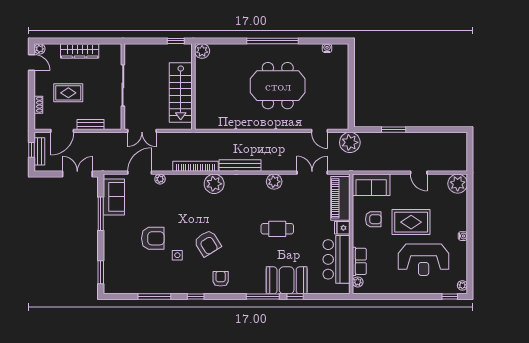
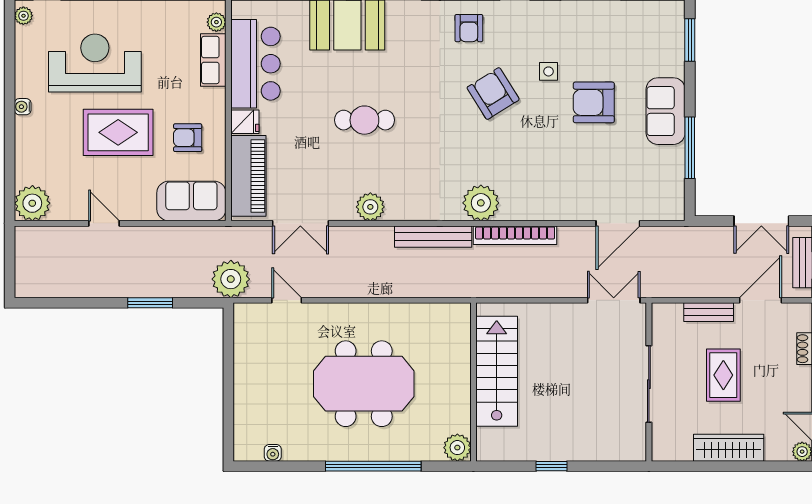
plant: (202, 51) -> (457, 448), moved
wall: (193, 87) -> (473, 382), moved
stairs: (181, 92) -> (497, 371), moved
rug: (68, 93) -> (723, 375), moved, turned 90
double door: (77, 174) -> (761, 221), moved
plant: (160, 179) -> (580, 212), removed
sofa: (114, 197) -> (666, 111), moved

